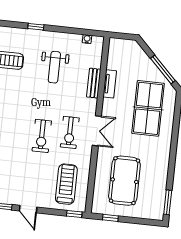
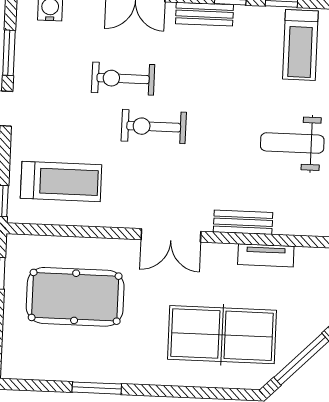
bench: (94, 83) -> (243, 222), moved
exercise bike: (70, 132) -> (123, 79), moved
window: (168, 202) -> (97, 388), moved

